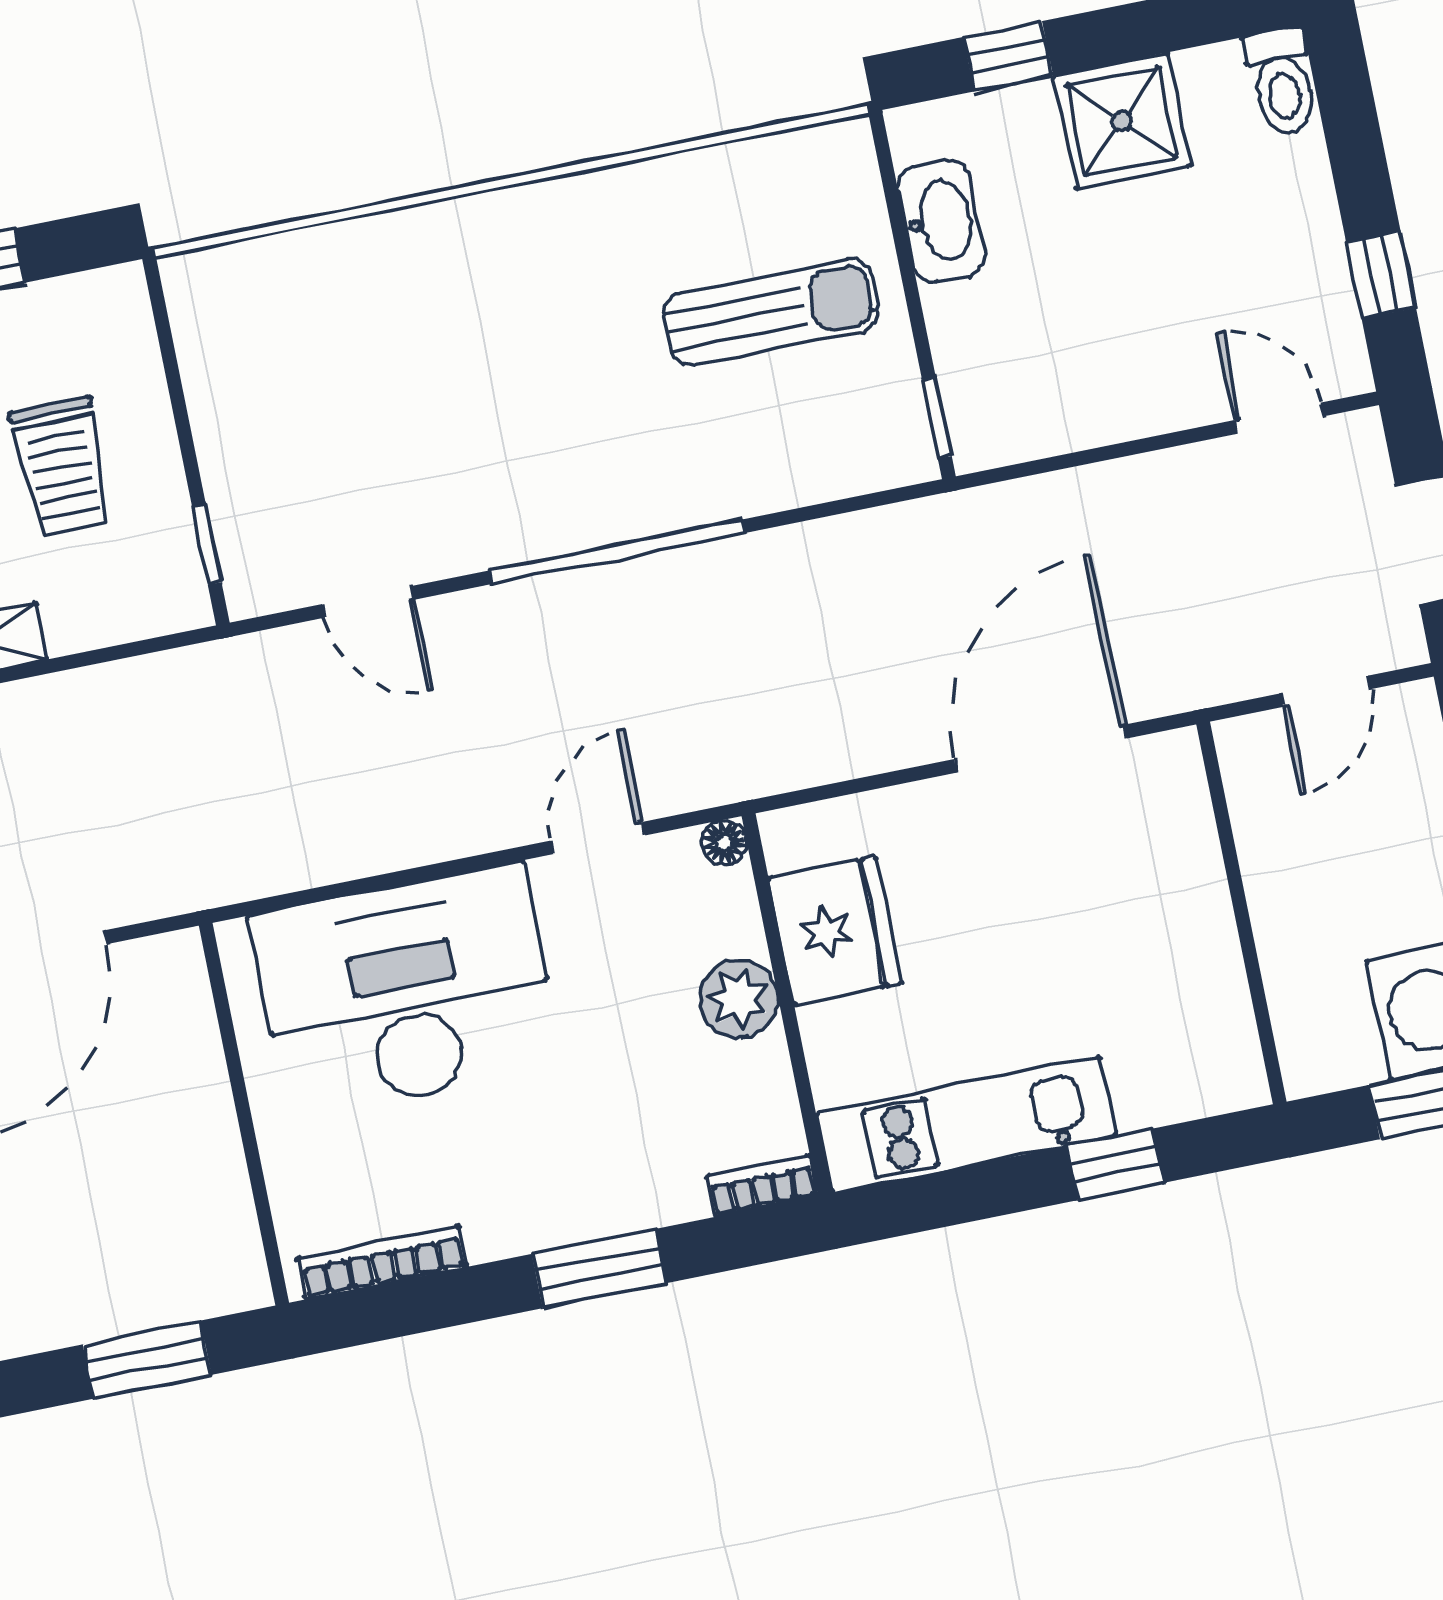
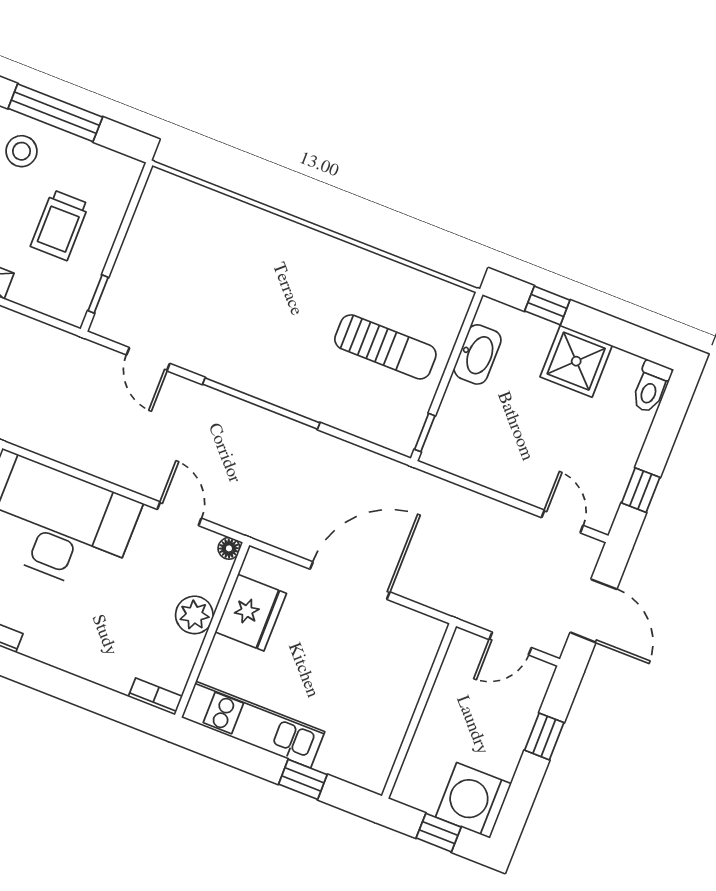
door: (1041, 749) -> (350, 581), moved
door: (598, 838) -> (179, 514), hinge flipped
window: (599, 1268) -> (68, 687), removed

